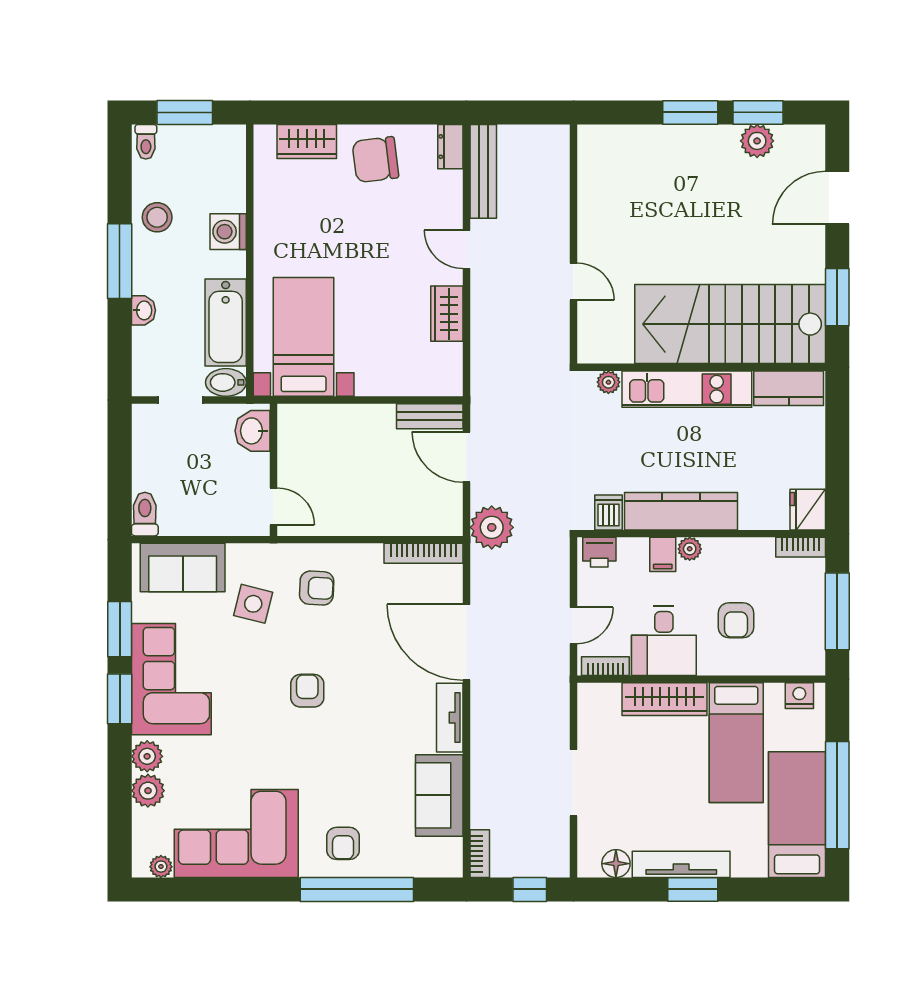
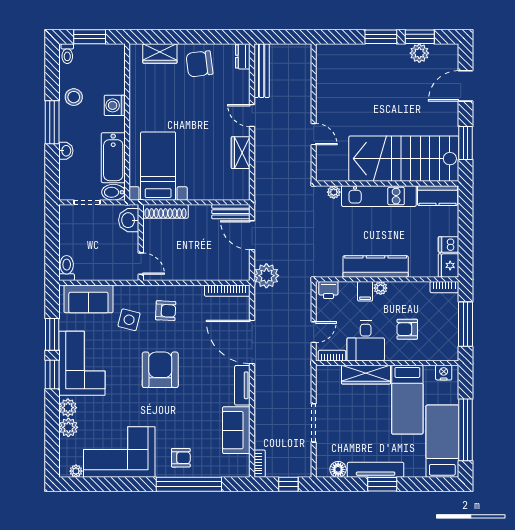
shoe rack: (316, 416) -> (165, 211), added
dishwasher: (609, 512) -> (449, 244), moved, turned -90
armchair: (736, 620) -> (407, 329), turned 90
armchair: (307, 691) -> (160, 370), width x1.88, depth x1.88
armchair: (343, 843) -> (181, 458), turned -90

